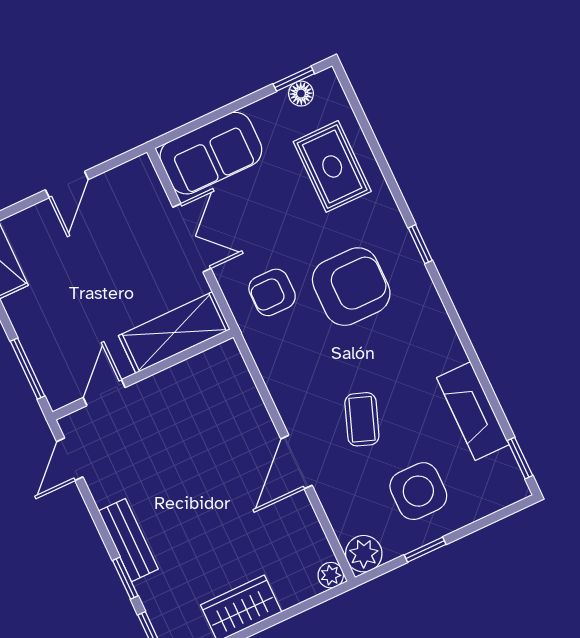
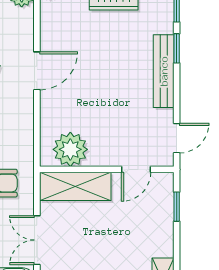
window: (27, 369) -> (177, 207), width x0.67
plant: (204, 379) -> (70, 149), added
bench: (128, 540) -> (164, 71), width x1.36

